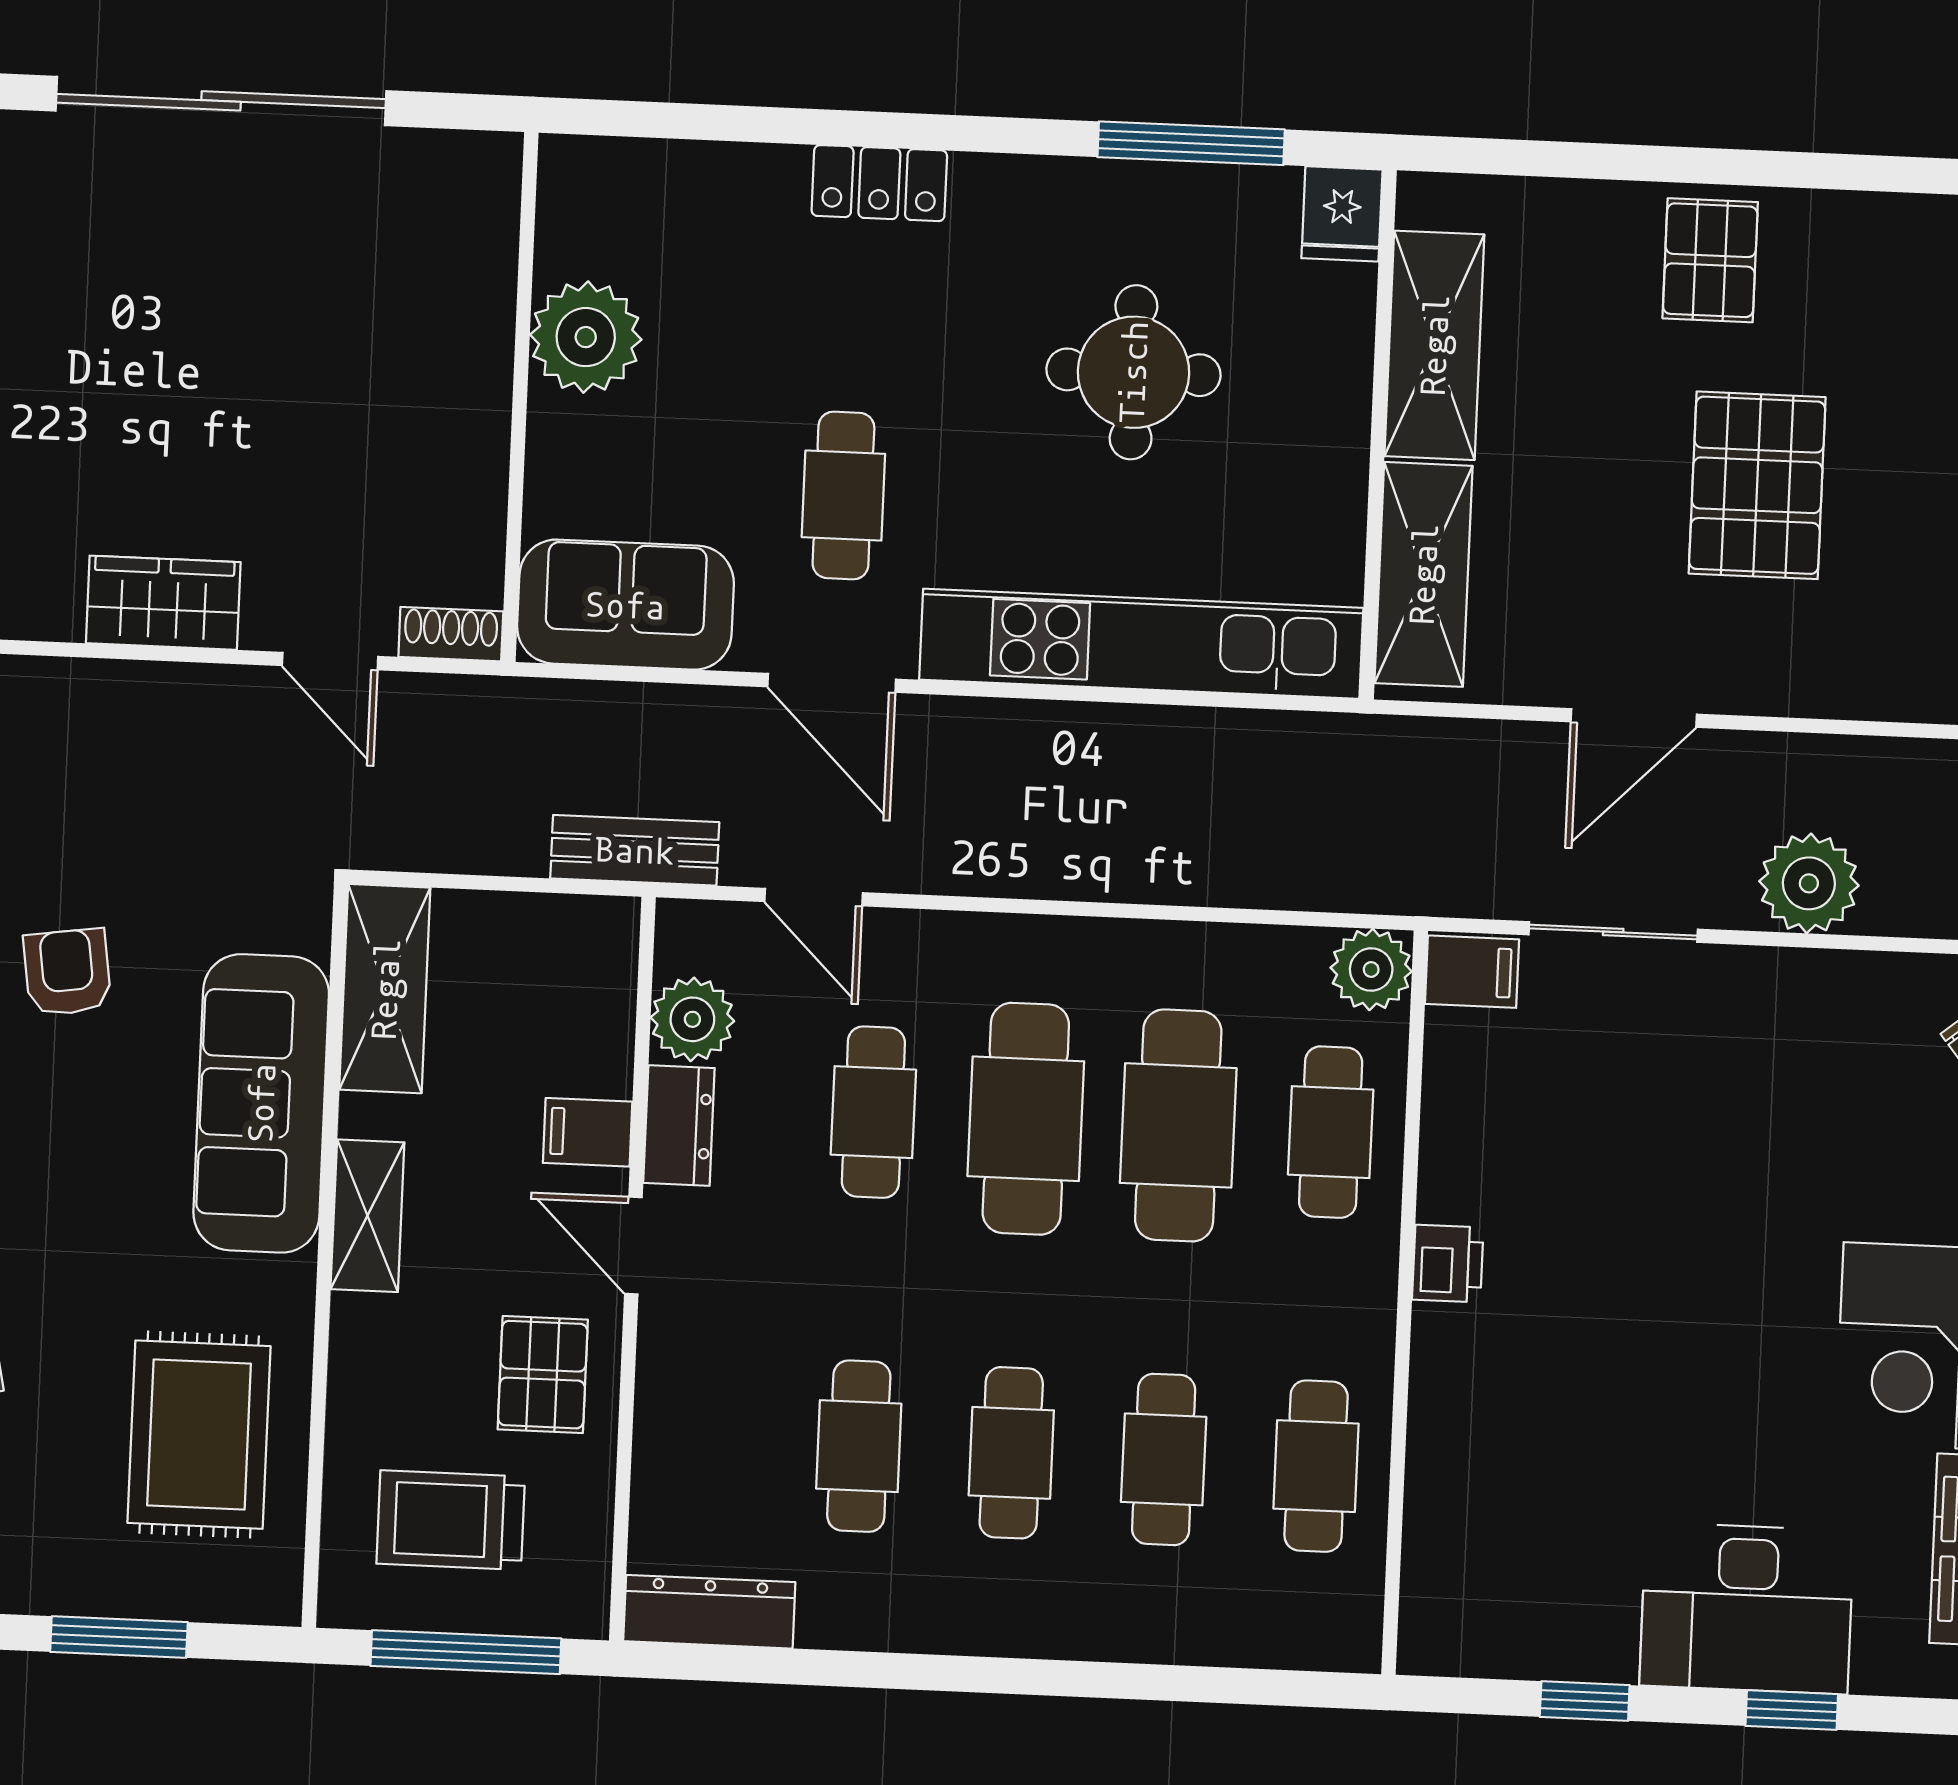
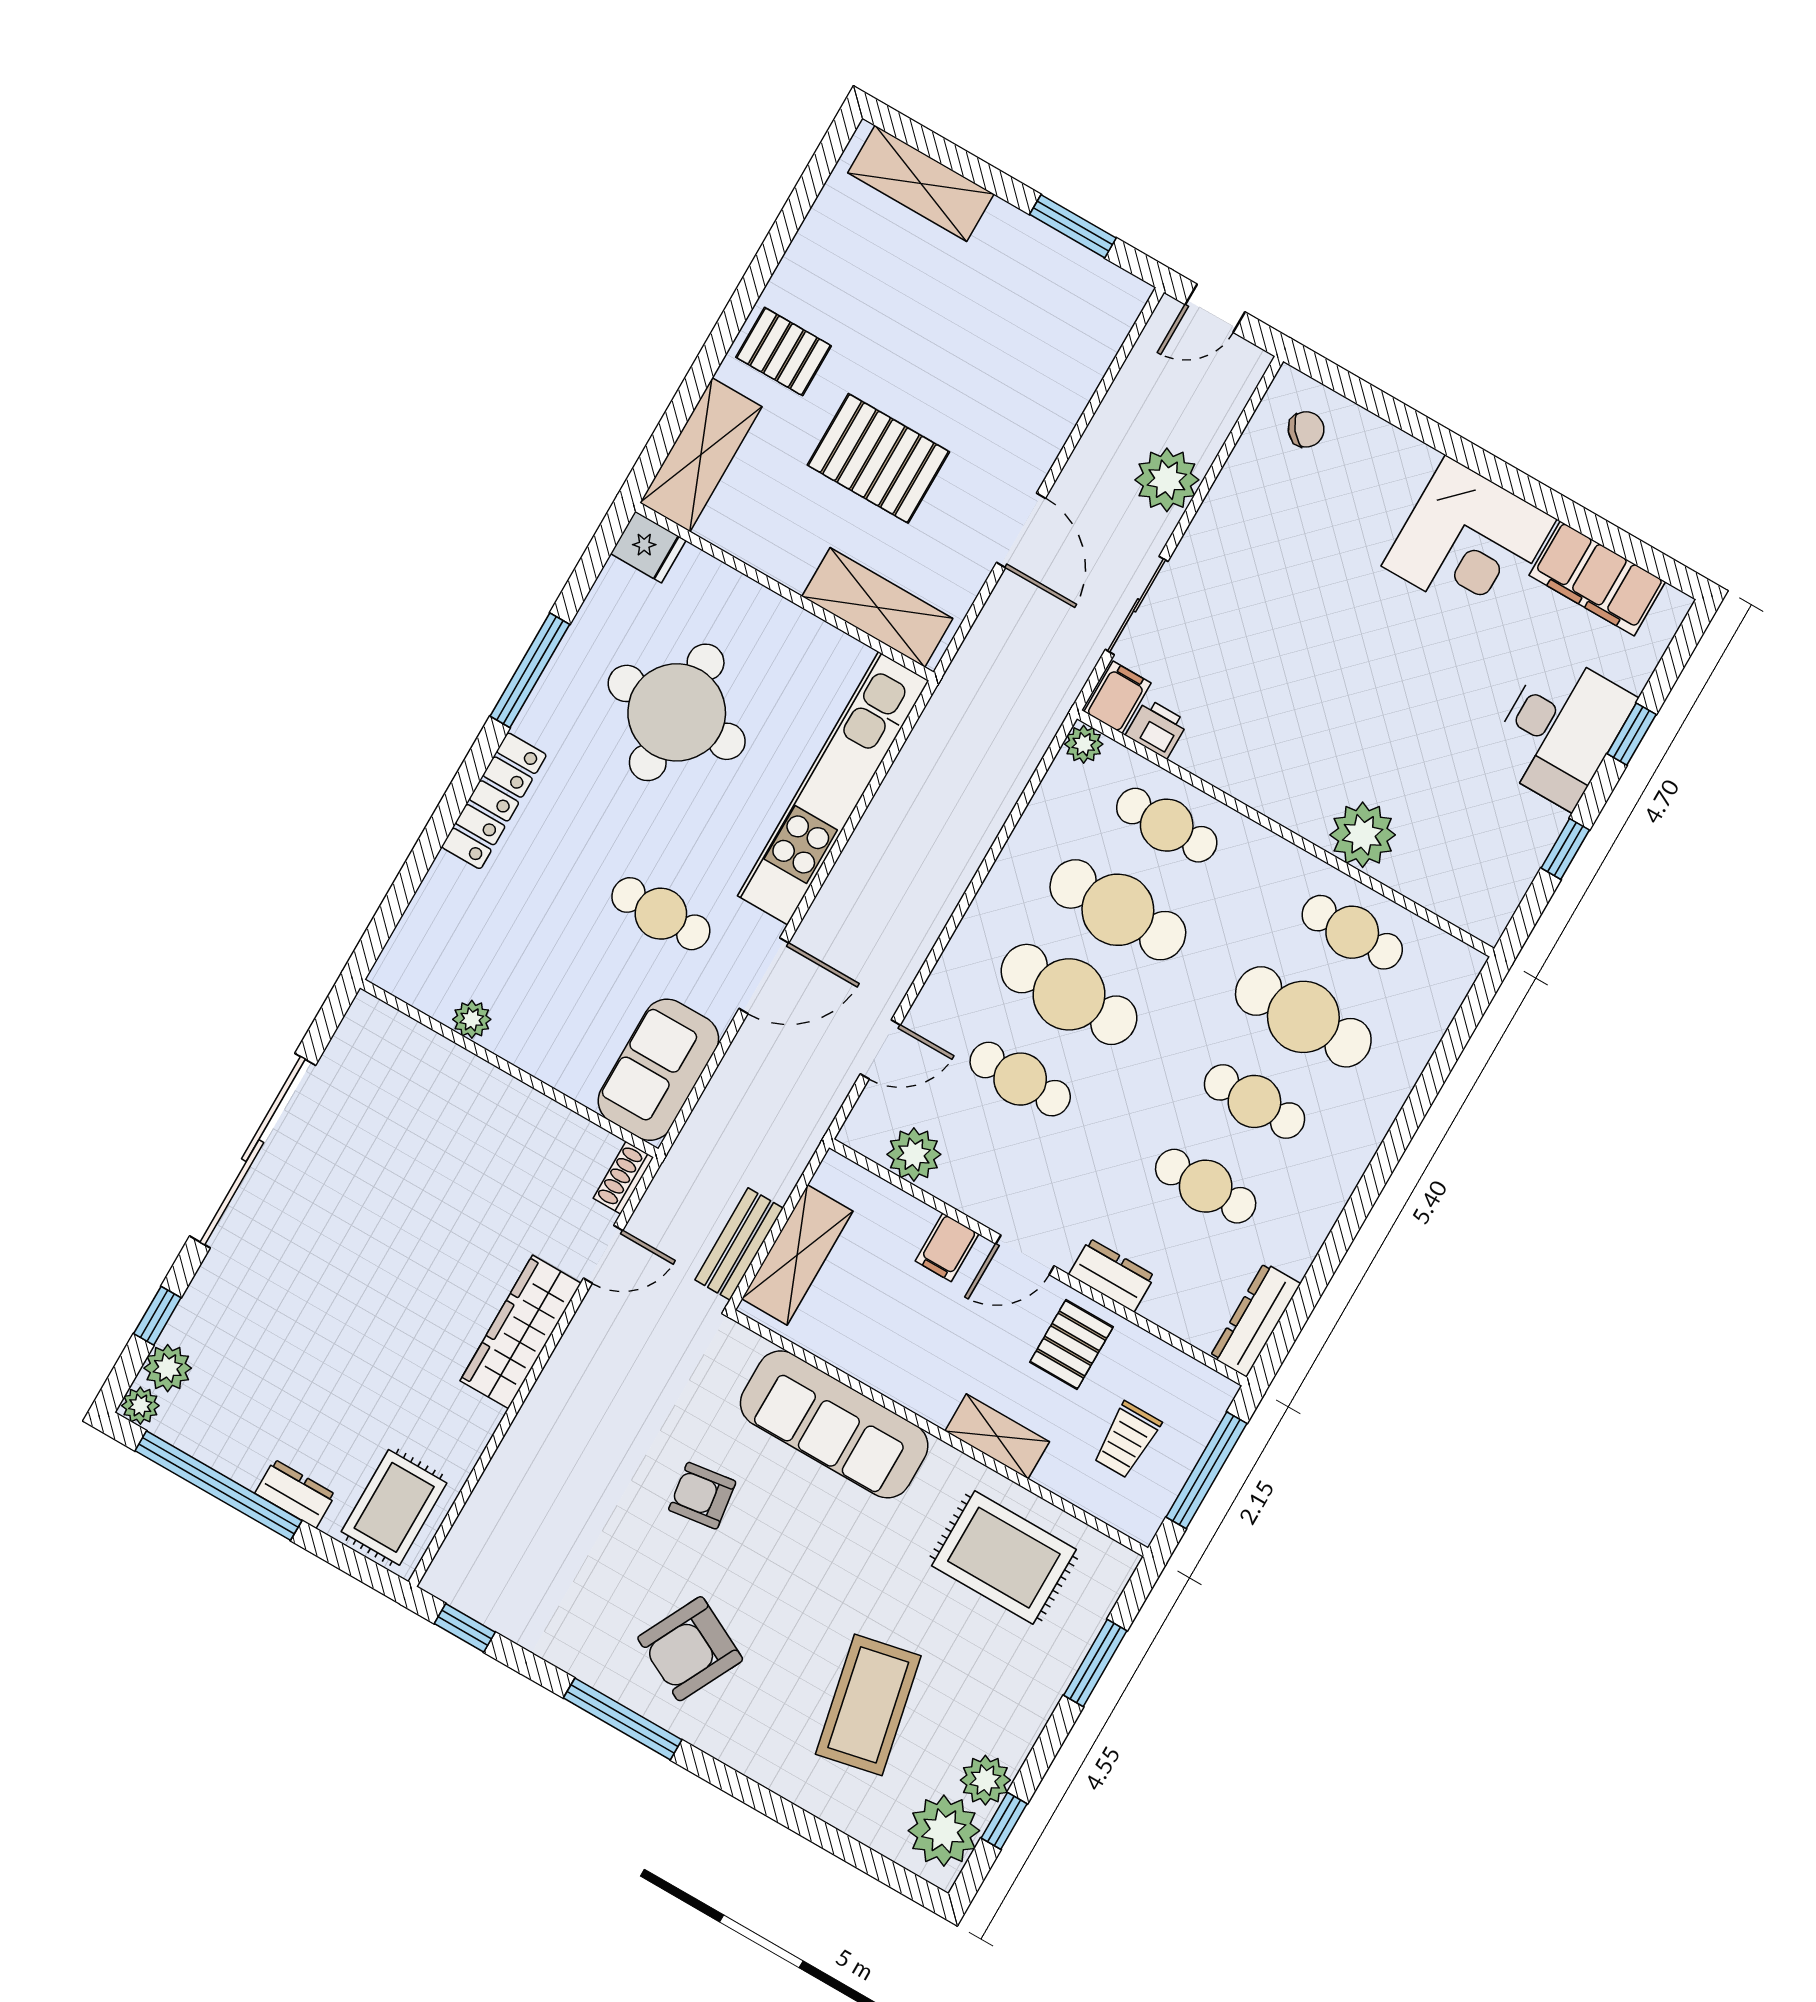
window: (1191, 143) -> (530, 670), moved
locker: (879, 183) -> (494, 801), width x1.53
plant: (586, 337) -> (472, 1019), width x0.53, depth x0.53
shelving: (1434, 345) -> (701, 455), moved, turned 90
round table: (1133, 372) -> (677, 712), width x1.36, depth x1.36
pallet: (1757, 485) -> (878, 458), moved
wardrobe: (163, 603) -> (521, 1332), width x1.50
bench: (635, 850) -> (739, 1244), moved
plant: (1371, 970) -> (1084, 744), width x0.73, depth x0.73
shelving: (385, 989) -> (797, 1255), moved, turned 90
dresser: (679, 1126) -> (1112, 1275), moved
shelving: (367, 1216) -> (997, 1436), moved
printer: (1448, 1264) -> (1157, 729), moved
pallet: (543, 1375) -> (1071, 1345), turned 90
plant: (1458, 1410) -> (1363, 835), added
cafe table: (1164, 1459) -> (1303, 1017), width x1.37, depth x1.35
trolley: (451, 1520) -> (1127, 1440), width x0.73, depth x0.72

